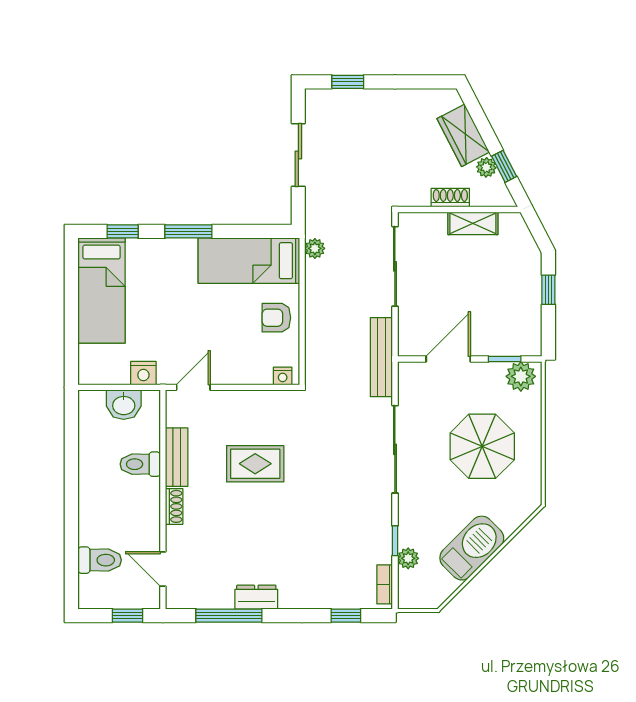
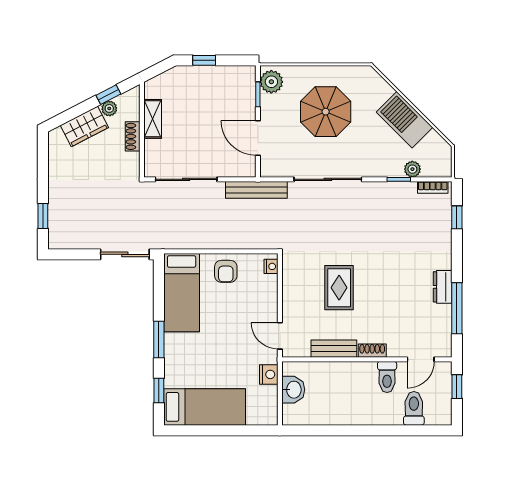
sliding door: (298, 155) -> (125, 254), moved
plant: (315, 248) -> (172, 241), removed
toilet: (140, 464) -> (387, 377), moved

